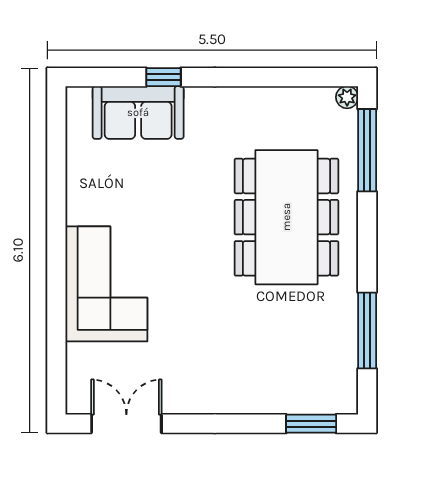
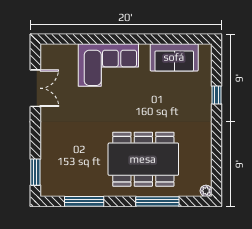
sofa: (138, 112) -> (174, 57), moved, turned -90
window: (367, 150) -> (157, 201), moved
double door: (126, 424) -> (35, 88), moved

